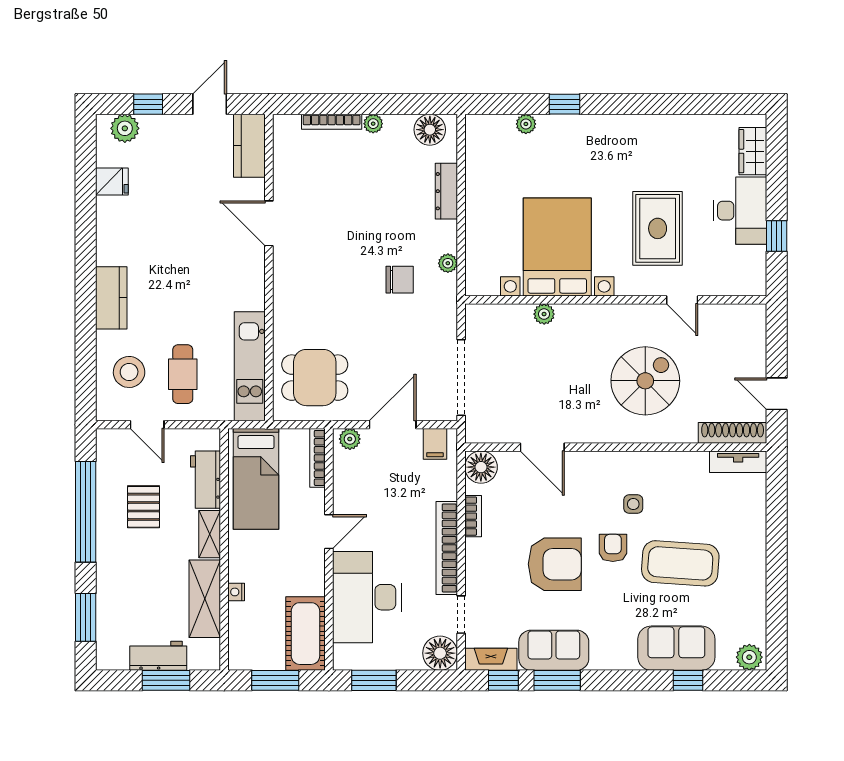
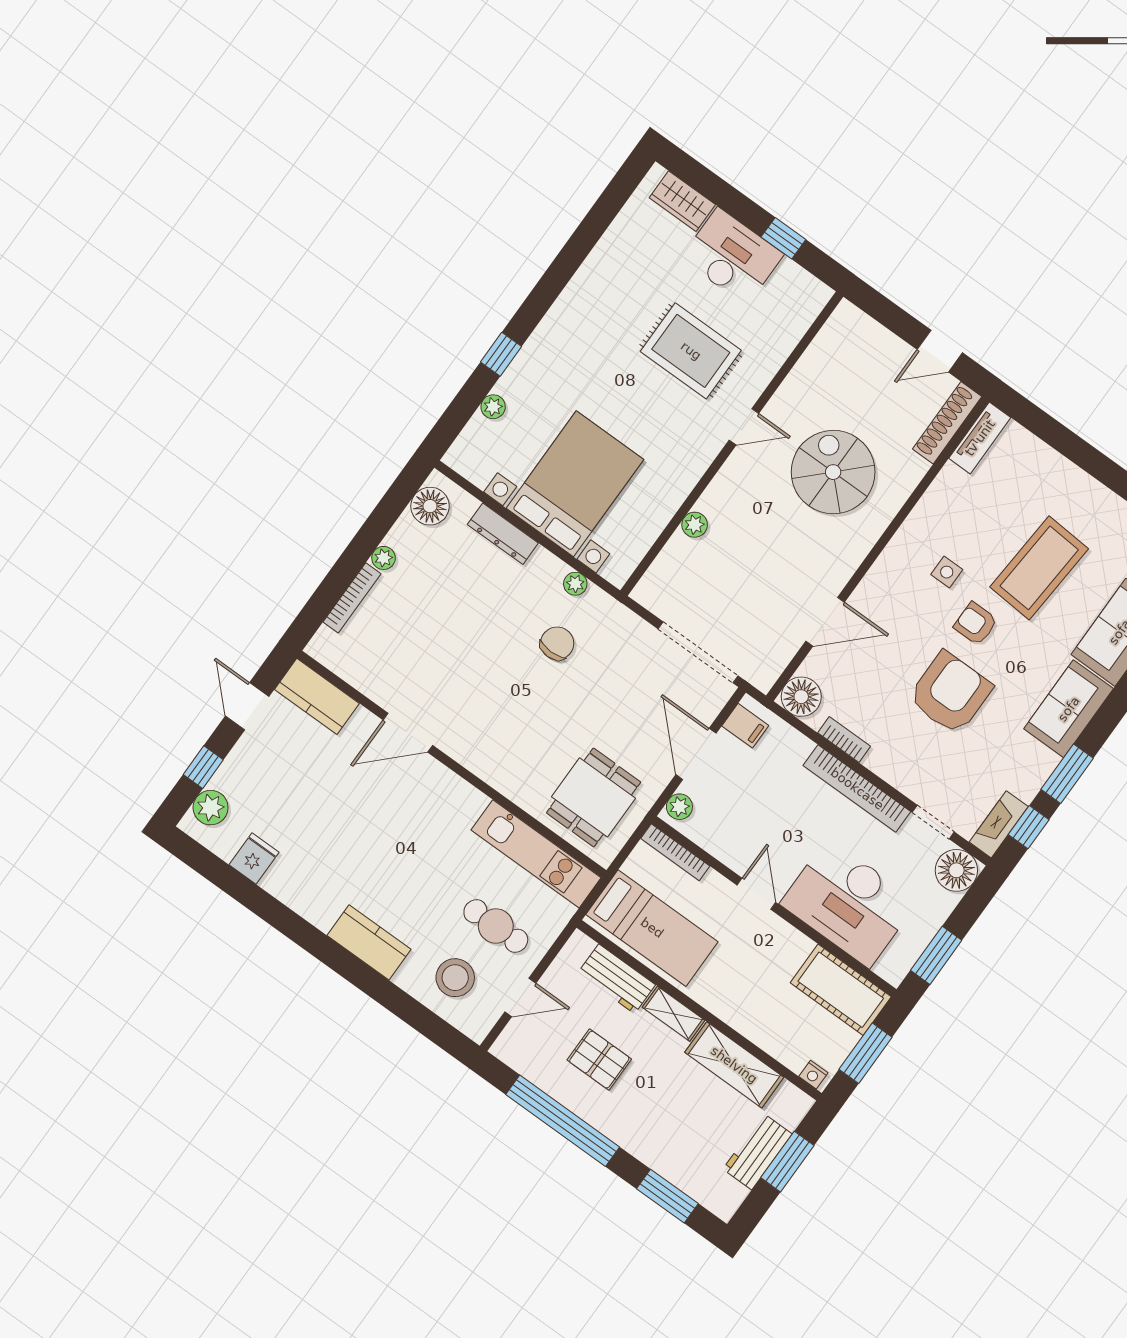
bed with nightstands: (557, 247) -> (575, 484), moved, turned 90
door: (682, 300) -> (744, 427), moved
nightstand: (236, 592) -> (813, 1075), moved
sofa: (554, 650) -> (1069, 709), moved

